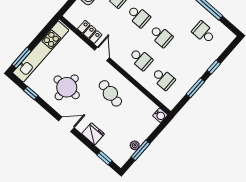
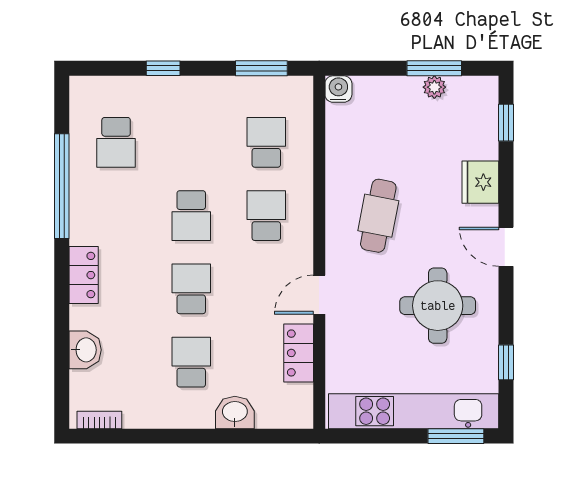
school desk: (161, 36) -> (191, 216), turned 180
window: (196, 88) -> (261, 68), moved

